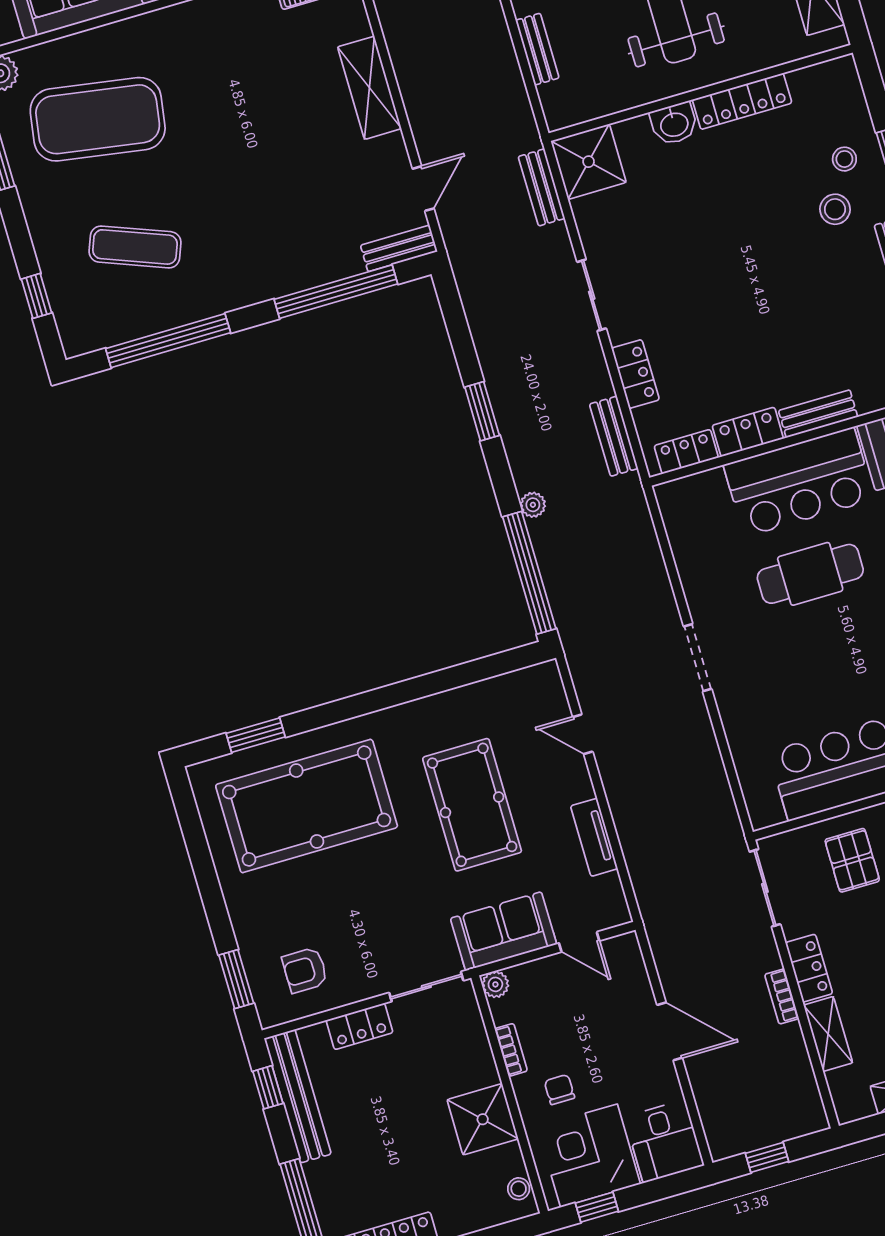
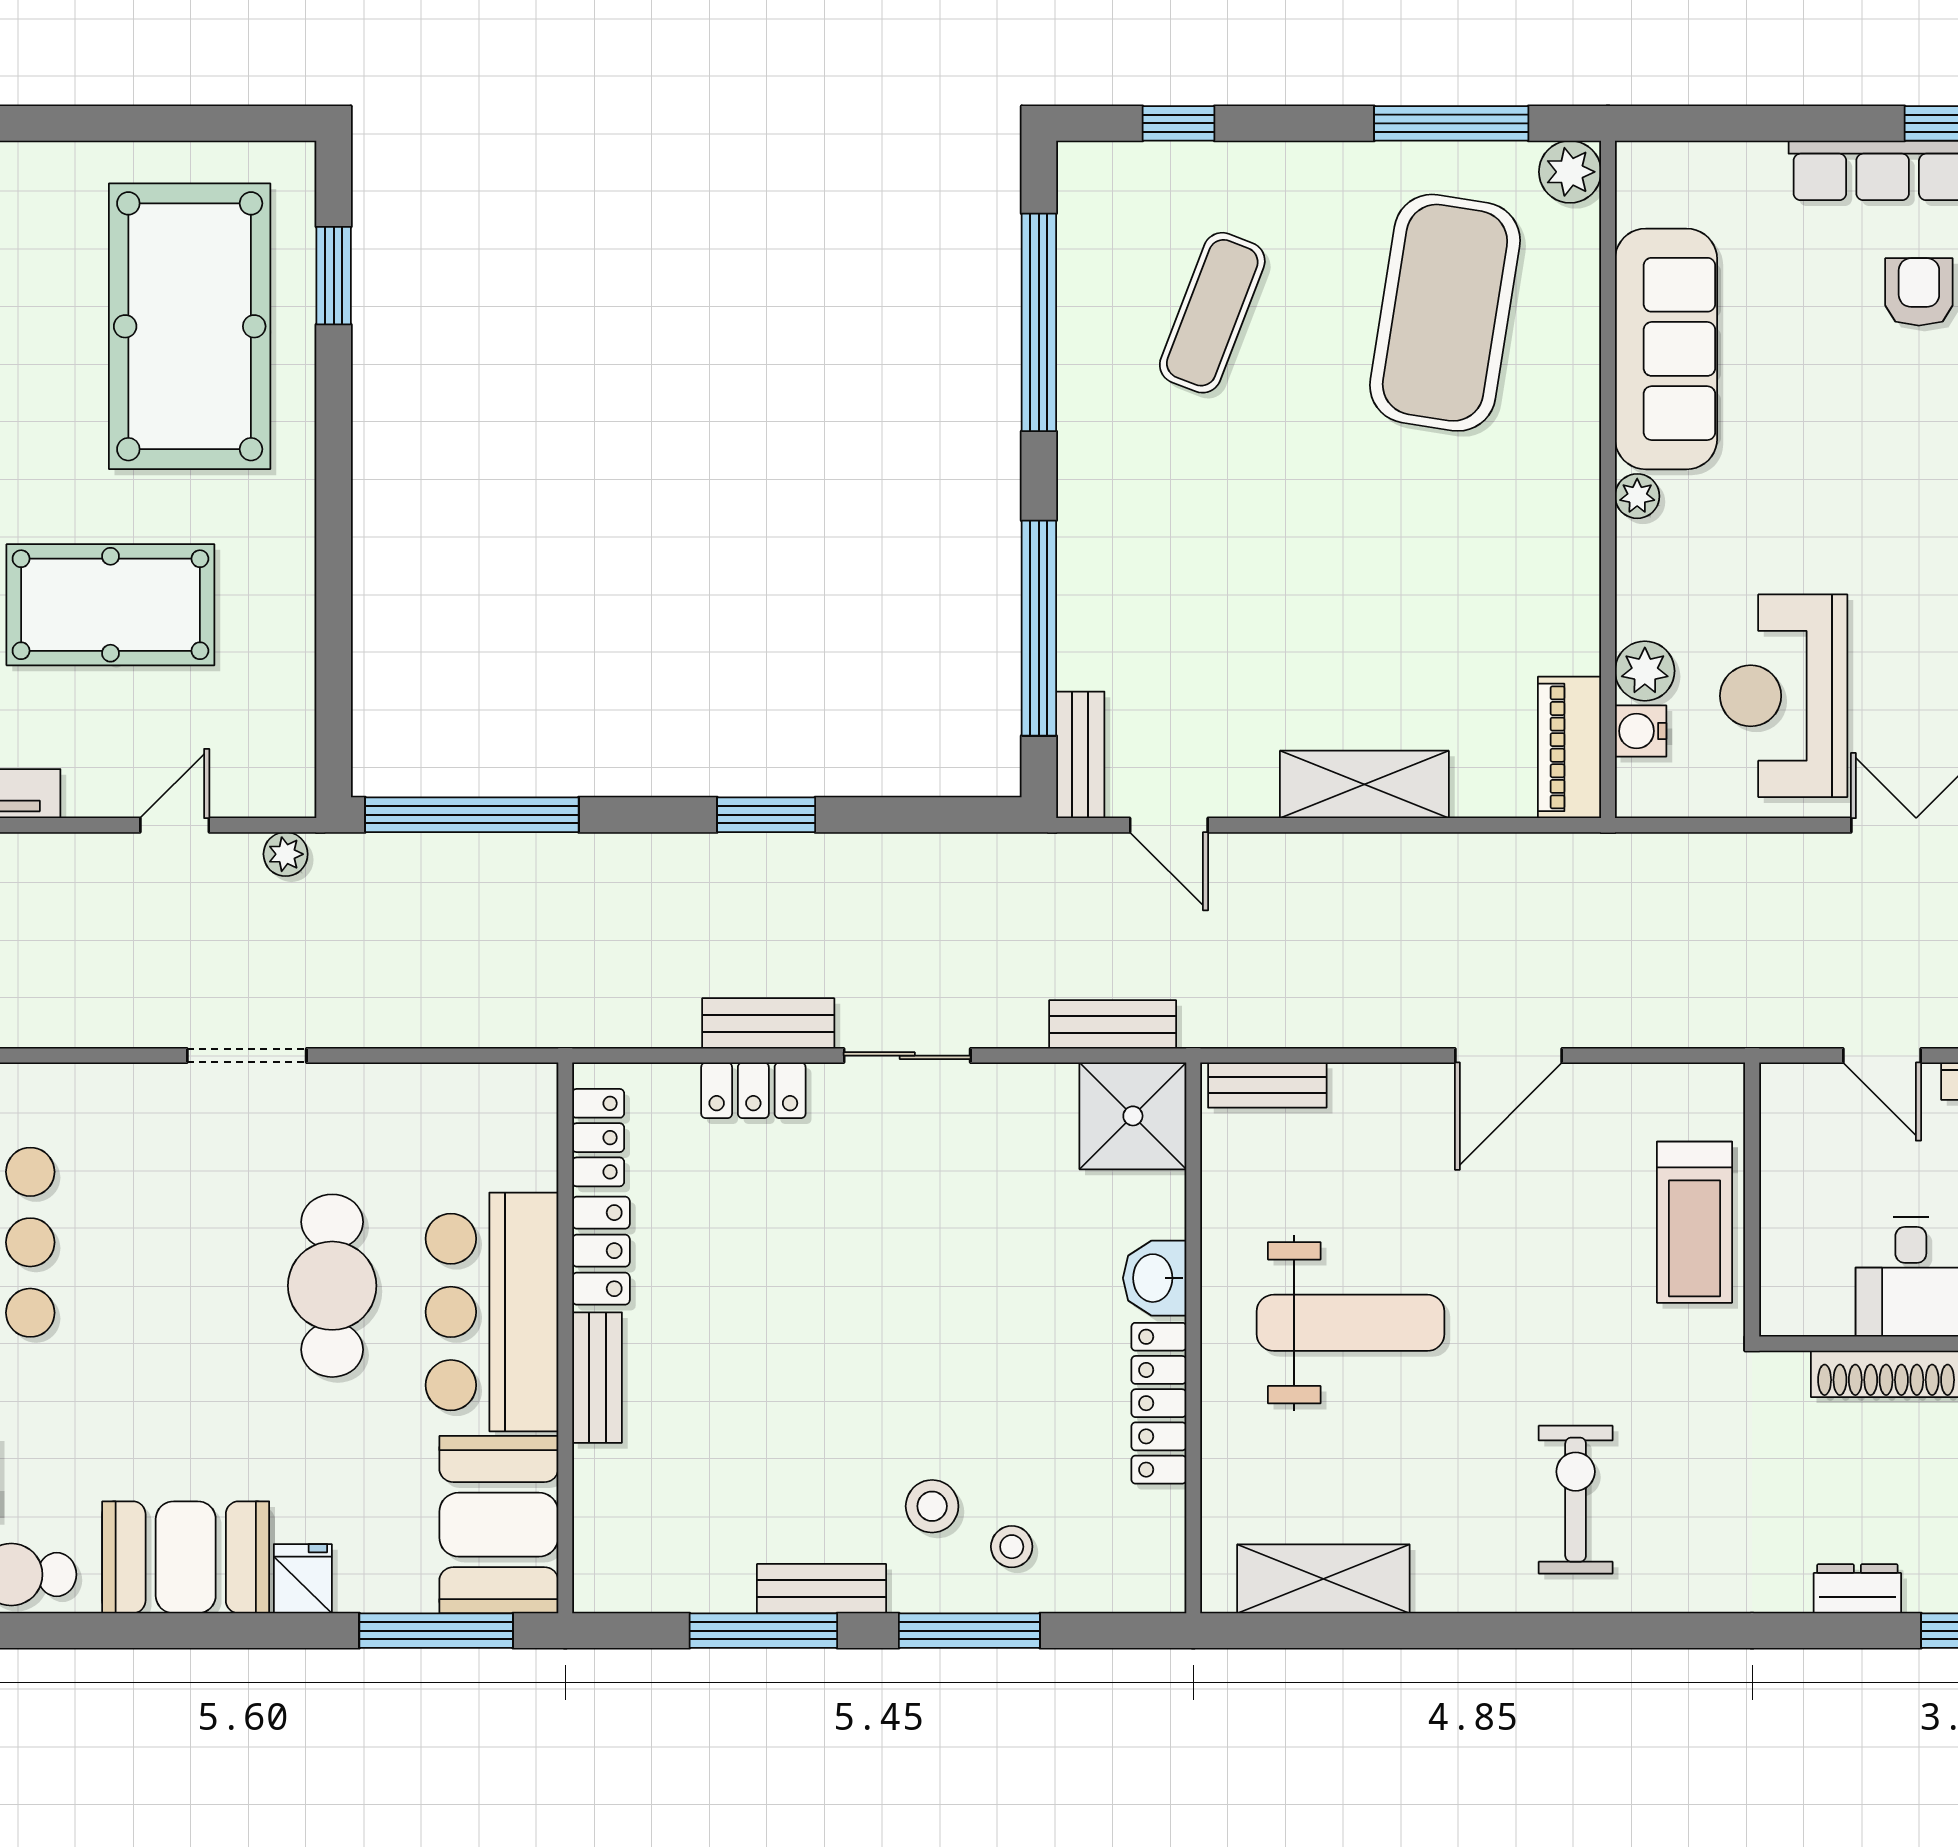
bench: (537, 49) -> (1267, 1085), moved
bench: (614, 436) -> (768, 1023), moved
plant: (533, 505) -> (286, 854), moved

